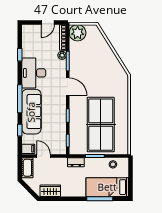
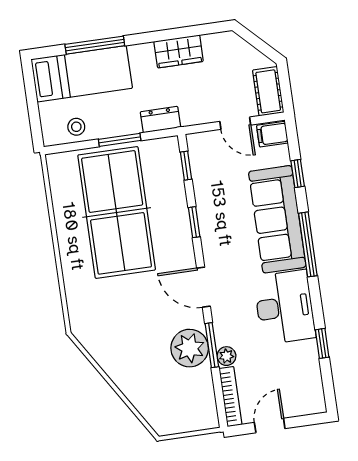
plant: (78, 33) -> (190, 348), moved
wardrobe: (50, 191) -> (179, 51), moved

